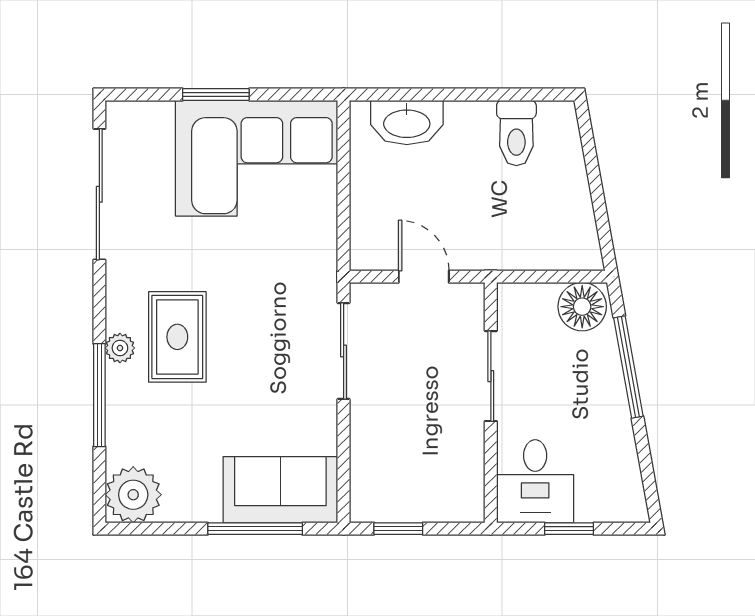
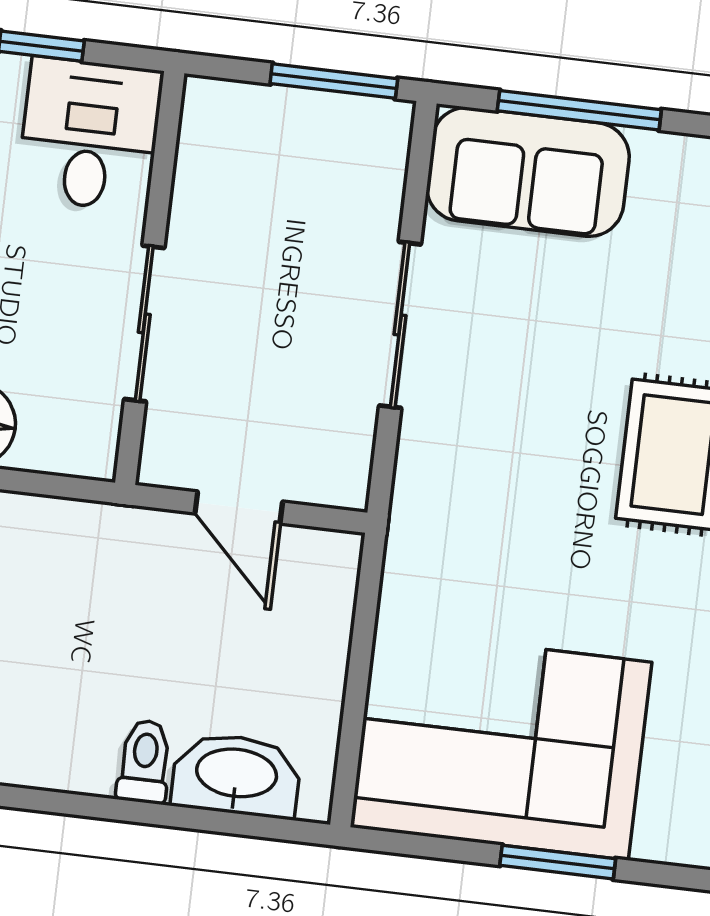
toilet: (516, 133) -> (144, 762), moved, width x0.73, depth x0.72
sliding door: (344, 351) -> (400, 325), moved
window: (398, 529) -> (334, 81), width x1.50

